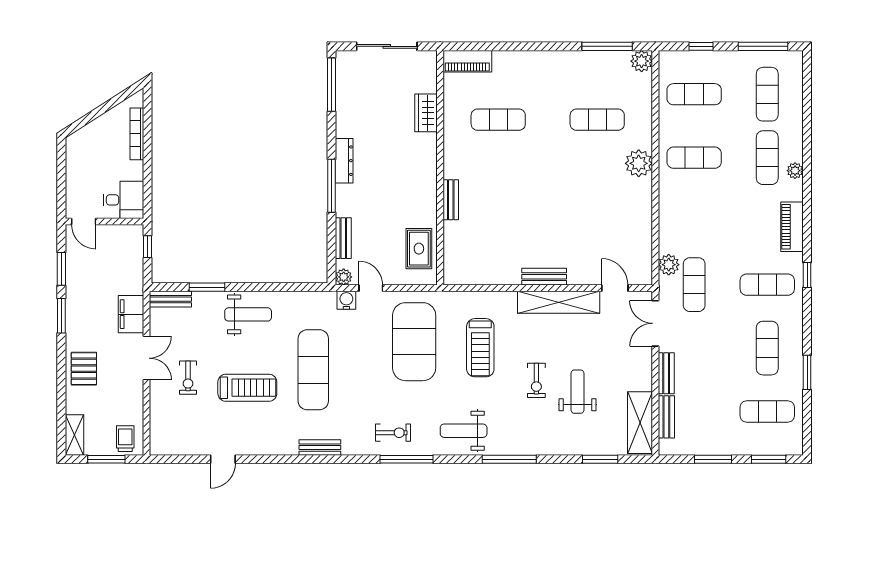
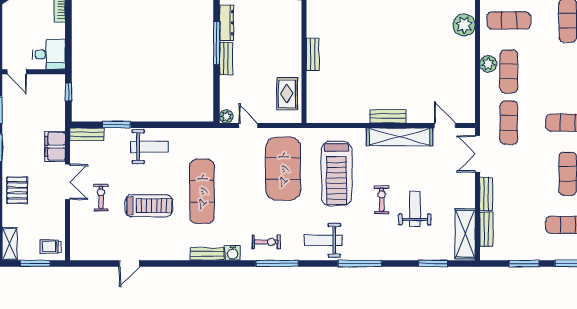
exercise mat: (694, 221) -> (509, 72), added
bench: (343, 238) -> (226, 59), moved
plant: (669, 265) -> (488, 64), moved
water cooler: (346, 300) -> (233, 253), moved, turned 180
treadmill: (480, 348) -> (337, 173), width x1.37, depth x1.38
exercise bike: (188, 378) -> (101, 197), turned 180
exercise bike: (536, 380) -> (382, 200), turned 180
trolley: (125, 439) -> (50, 247), turned -90

